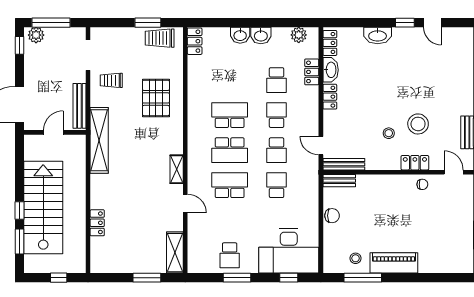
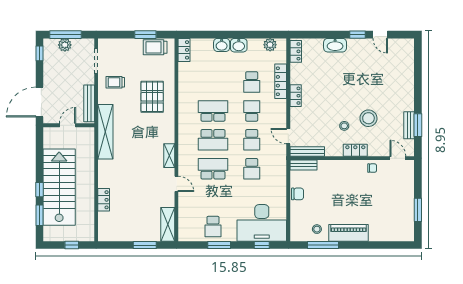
plant: (36, 35) -> (65, 45), moved
washbasin: (331, 70) -> (296, 74), removed
locker: (312, 72) -> (281, 81), width x1.53
locker: (415, 163) -> (355, 150), moved
school desk: (277, 185) -> (252, 169), turned 180

